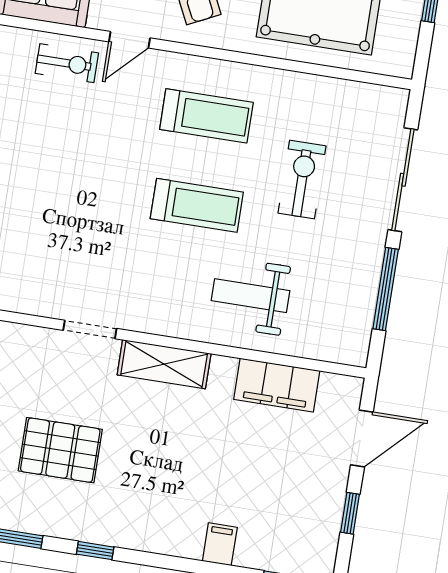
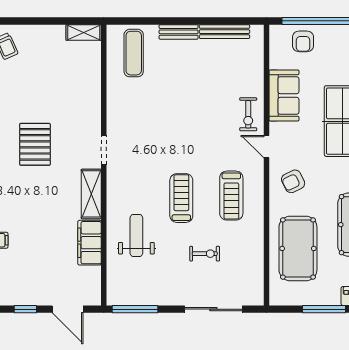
exercise bike: (302, 180) -> (205, 254), width x0.73, depth x0.72
treadmill: (197, 205) -> (181, 198), turned 180
window: (386, 289) -> (135, 309), moved
filing cabinet: (277, 385) -> (90, 243), moved

